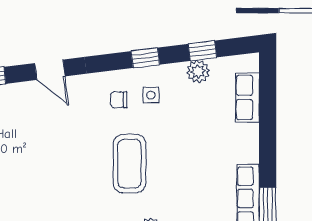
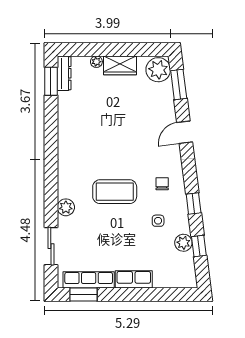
side table: (151, 95) -> (158, 221), moved
row of seats: (247, 97) -> (134, 279), moved

